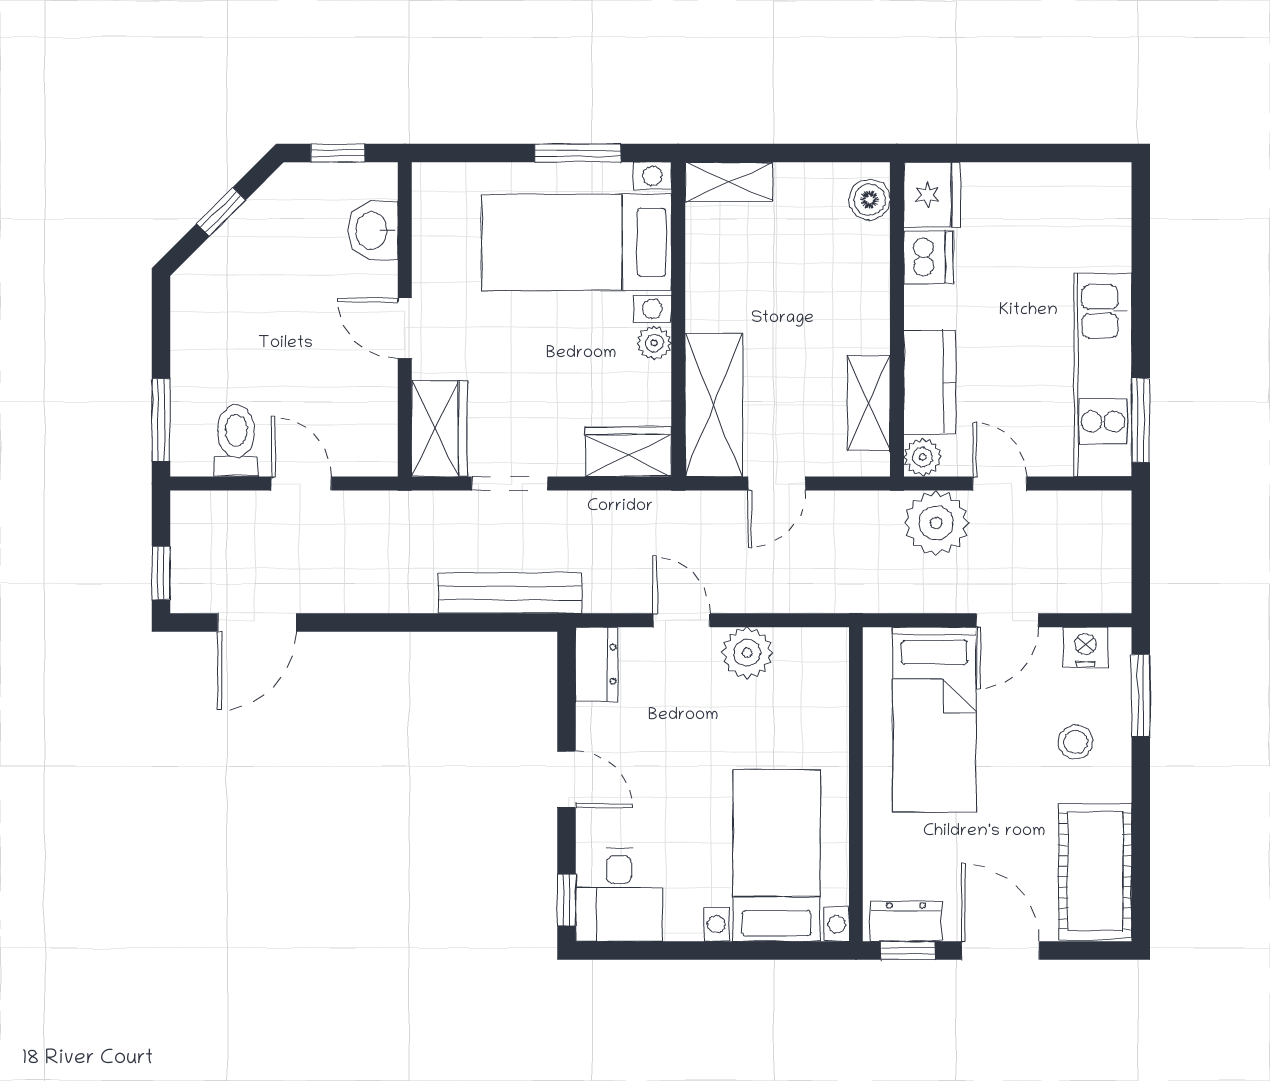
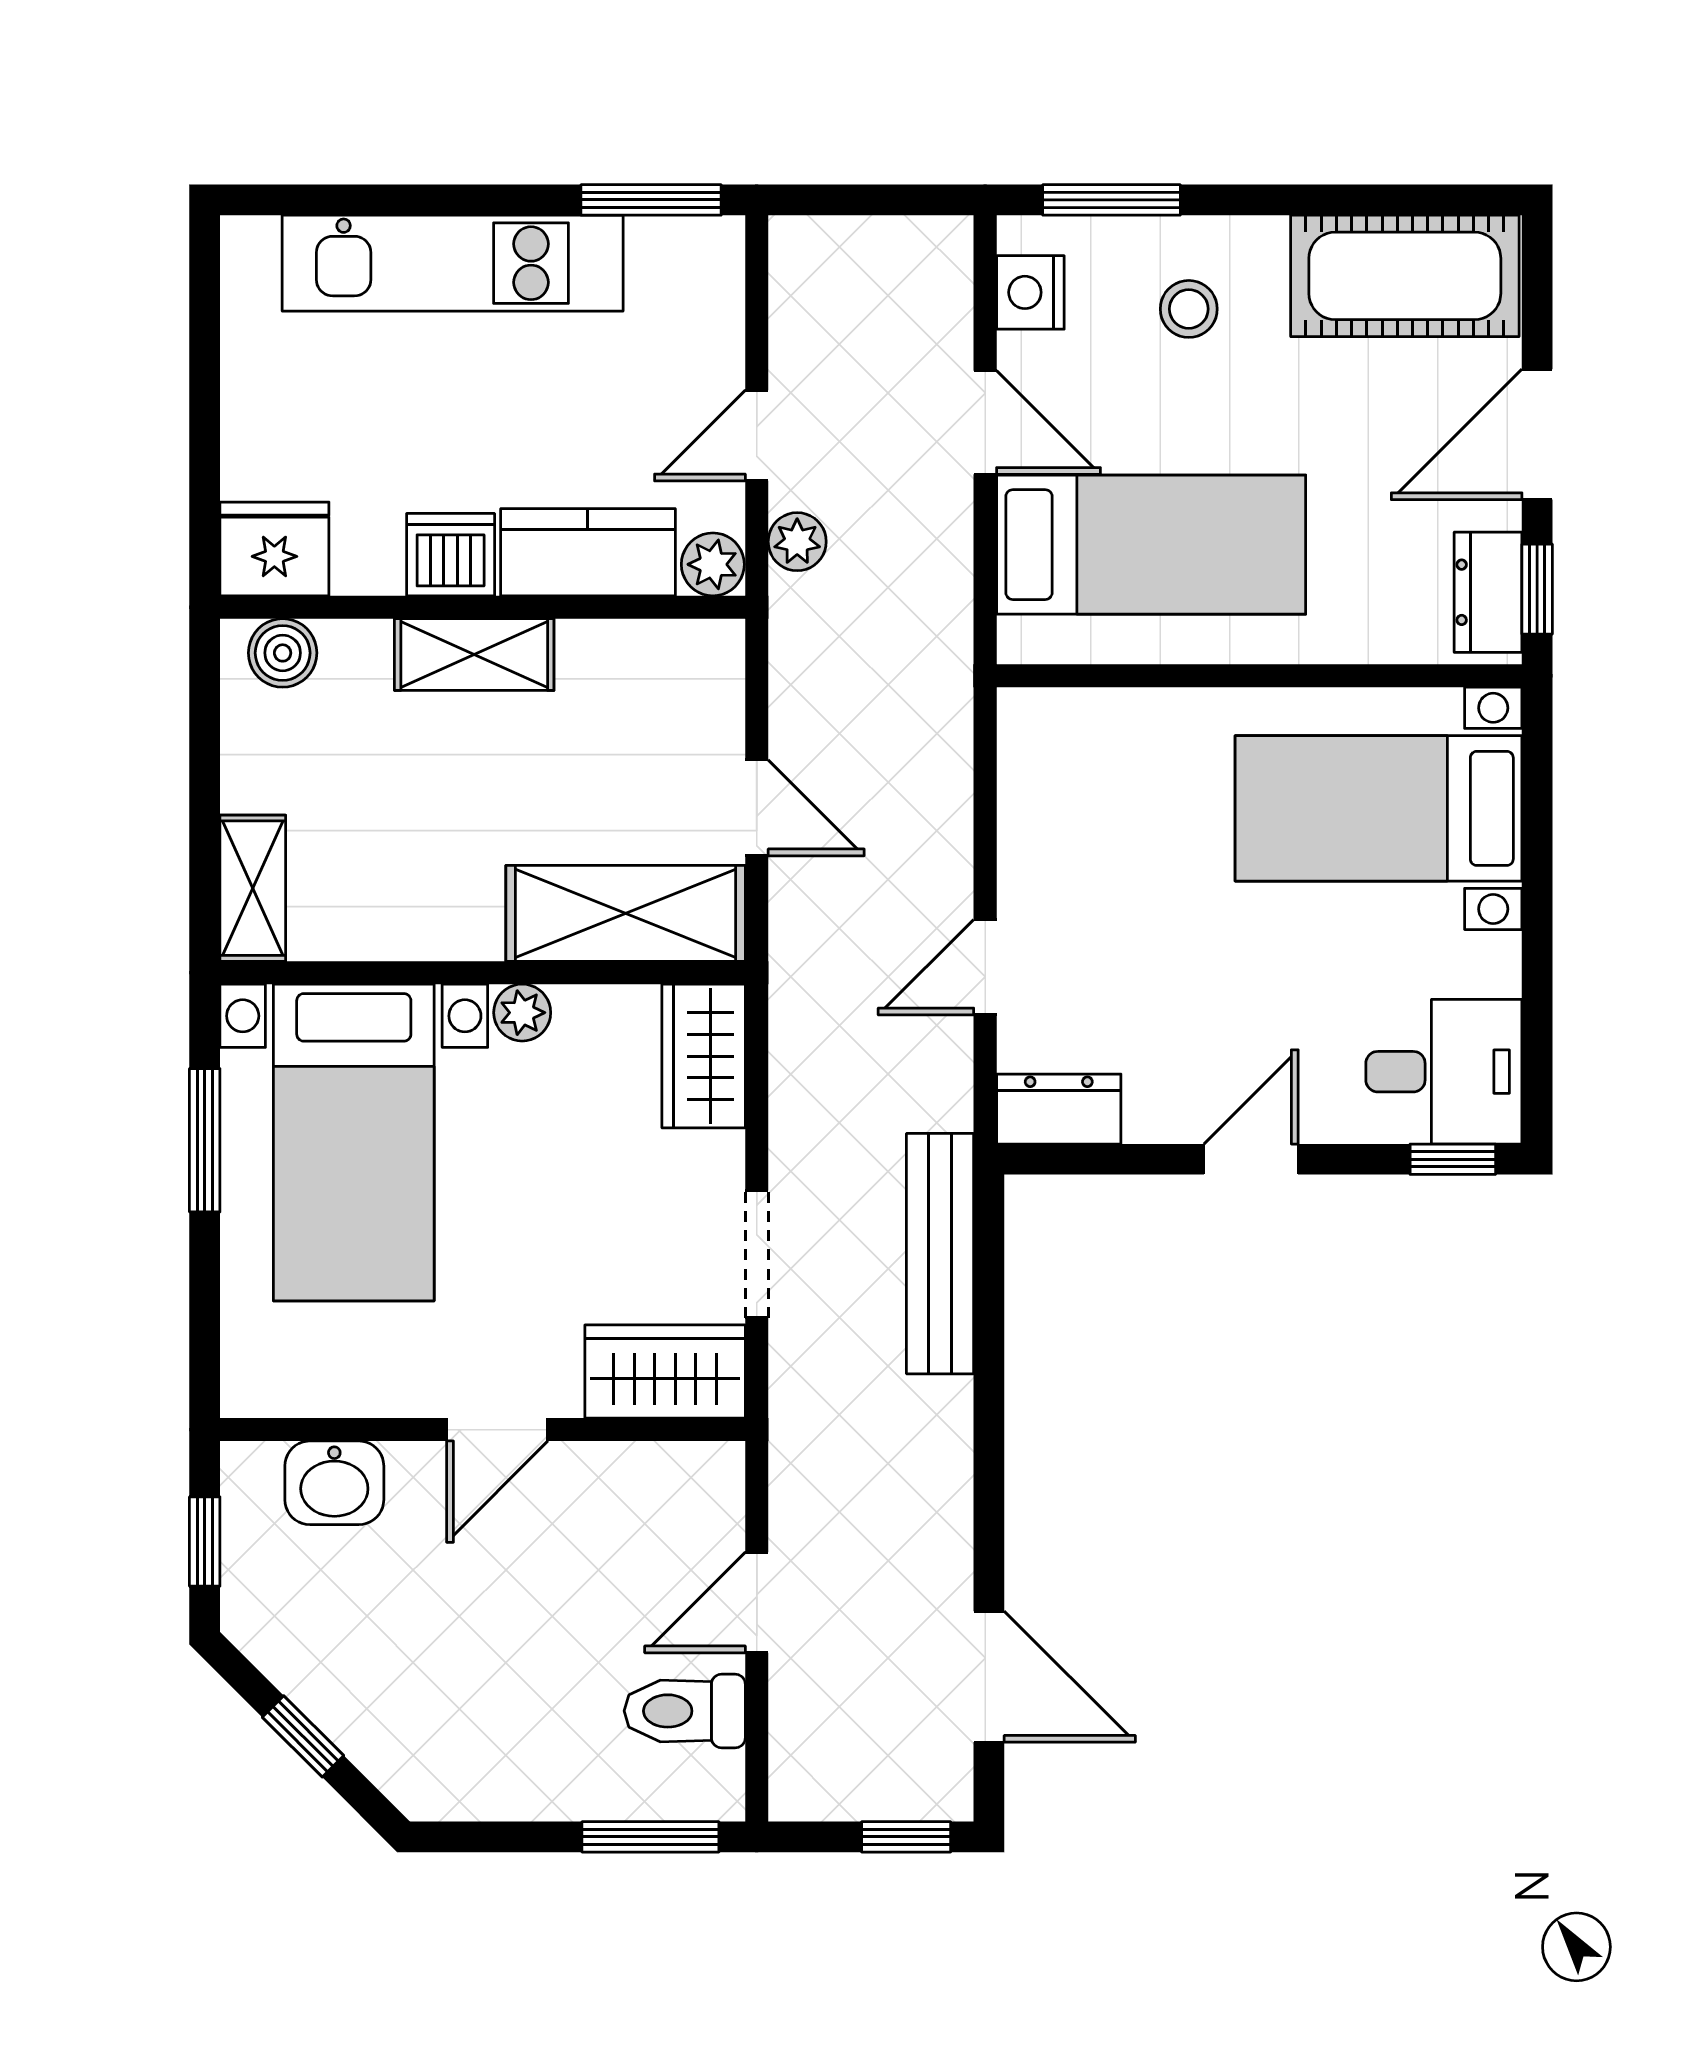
dishwasher: (928, 257) -> (451, 555), moved
kitchen unit: (1103, 375) -> (453, 263), moved
shelving: (869, 403) -> (474, 655), moved
plant: (936, 523) -> (797, 542), width x0.53, depth x0.53
plant: (747, 653) -> (1040, 857), removed

